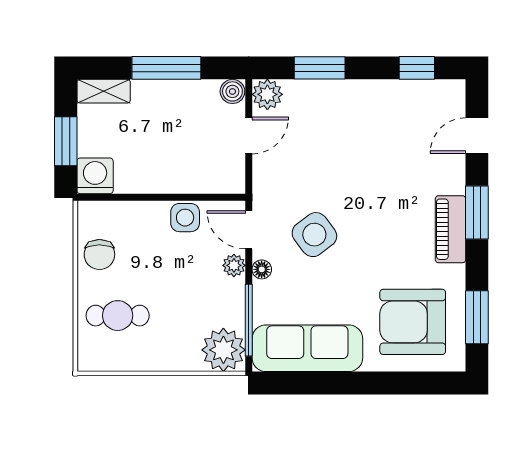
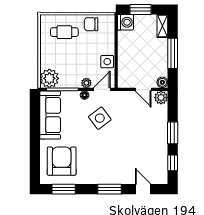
window: (320, 68) -> (173, 133), moved
piano: (450, 229) -> (102, 178), removed
cafe table: (118, 316) -> (64, 32), turned 90

